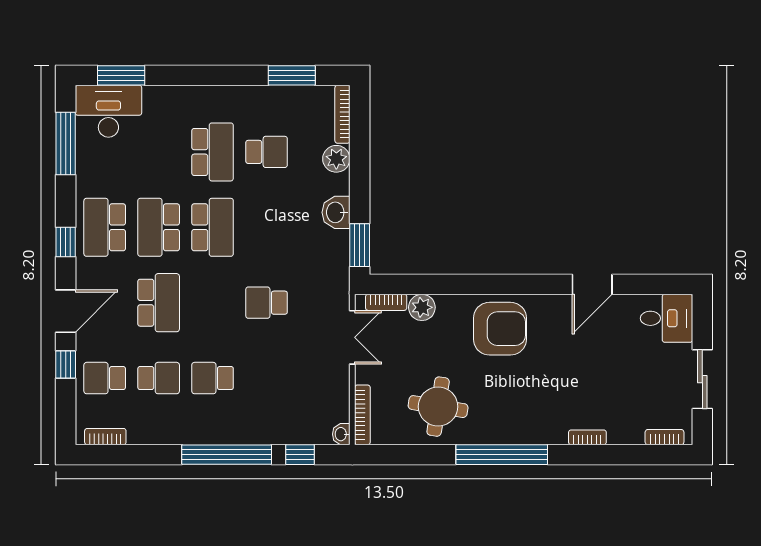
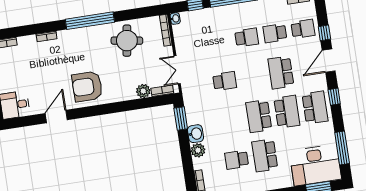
desk: (108, 111) -> (315, 165), width x1.36, depth x1.30
plant: (336, 159) -> (198, 150), moved
armchair: (500, 329) -> (87, 87), moved

